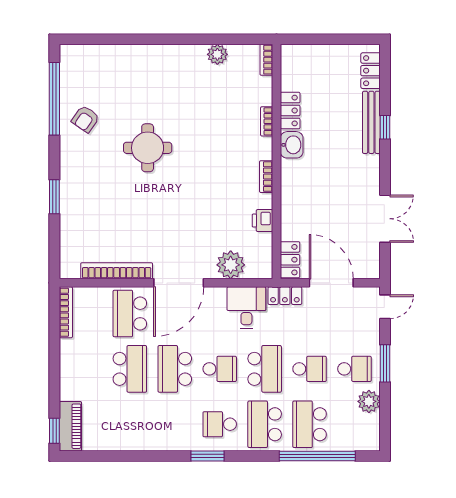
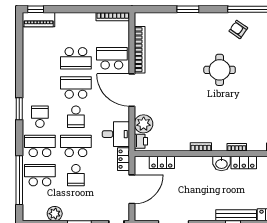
printer: (262, 221) -> (141, 141), moved, turned 90
locker: (290, 260) -> (162, 162), moved
school desk: (265, 369) -> (76, 146), turned 180
school desk: (355, 369) -> (76, 204), removed

